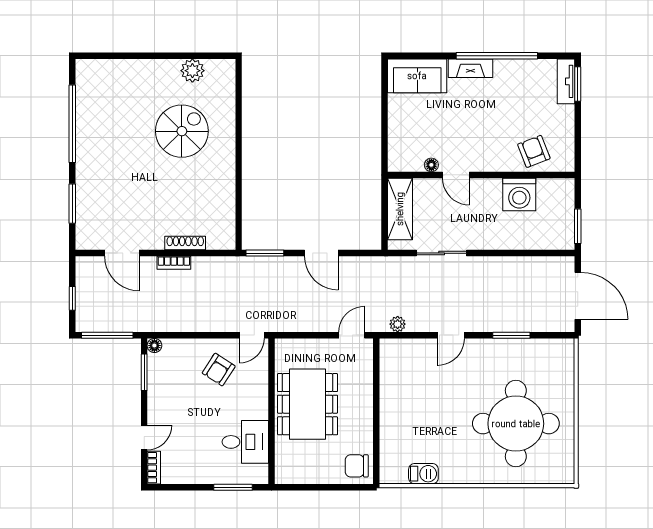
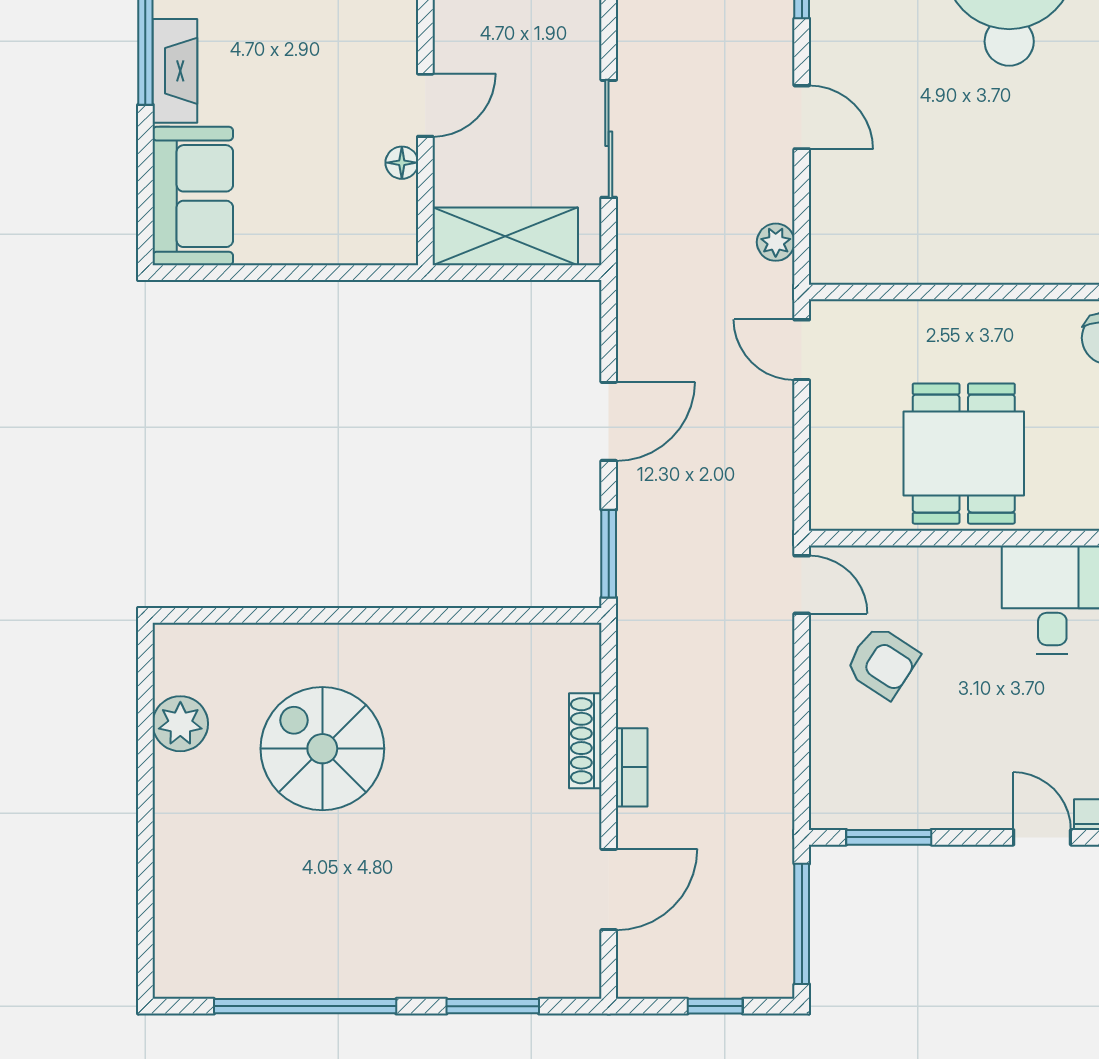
floor lamp: (154, 346) -> (826, 813), removed
dining table: (308, 404) -> (964, 454), width x0.73

